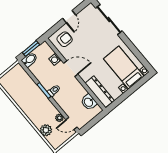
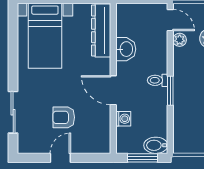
sliding door: (109, 20) -> (13, 112), width x0.73
armchair: (65, 39) -> (64, 117), moved
washbasin: (89, 102) -> (126, 49), moved

